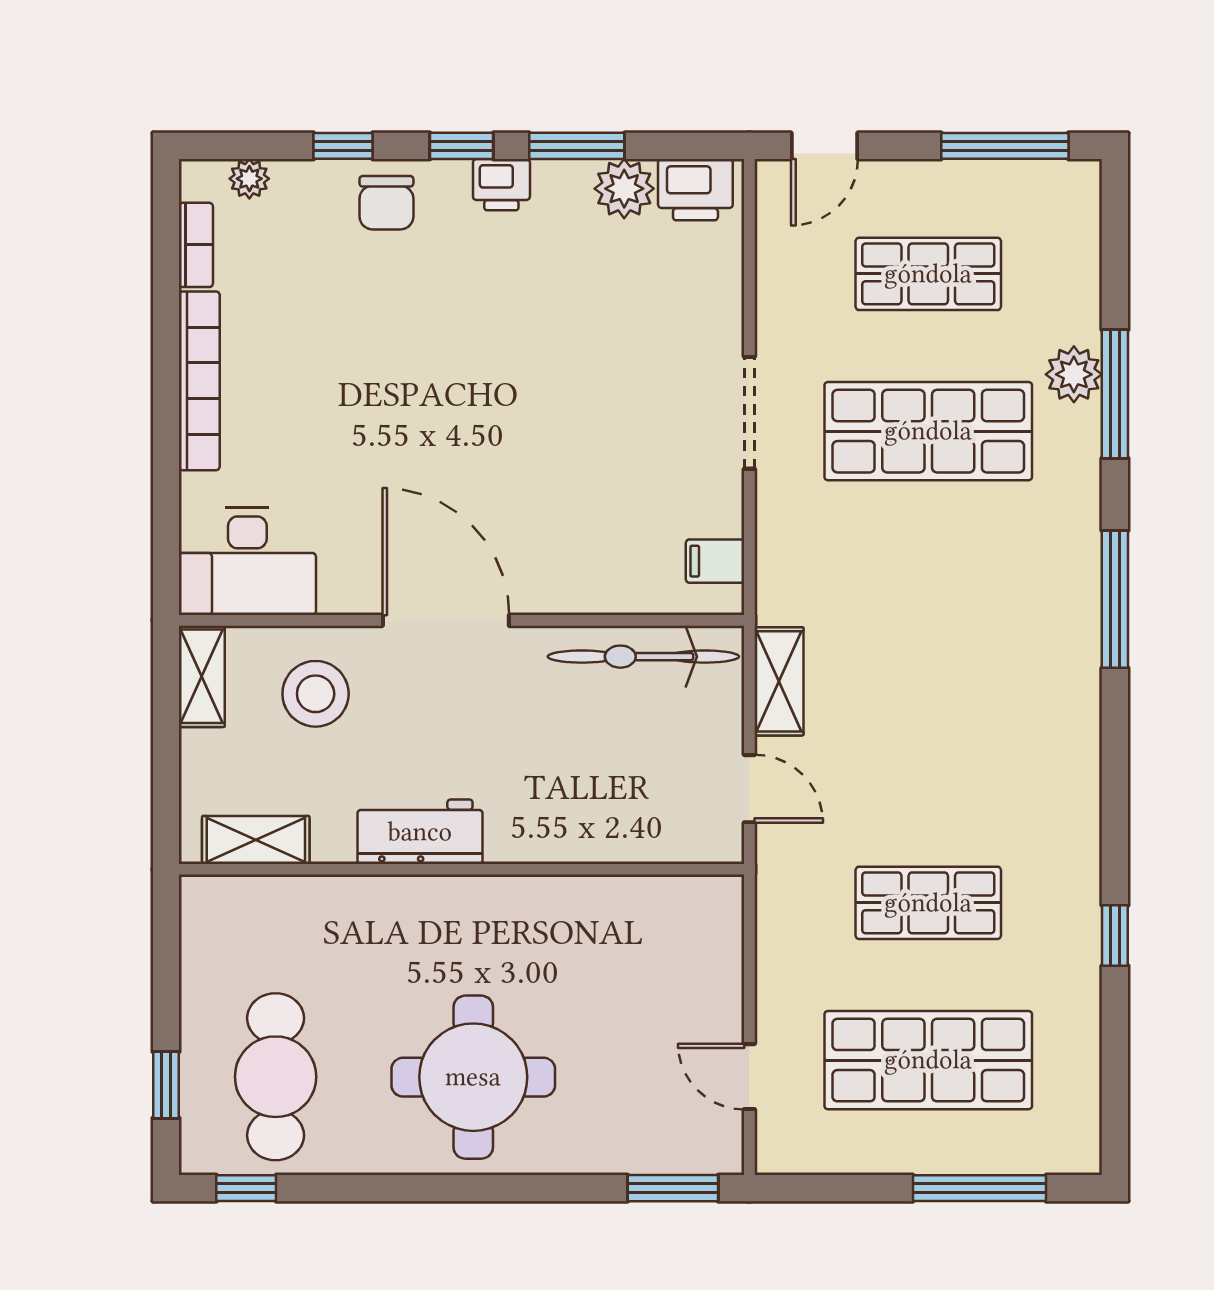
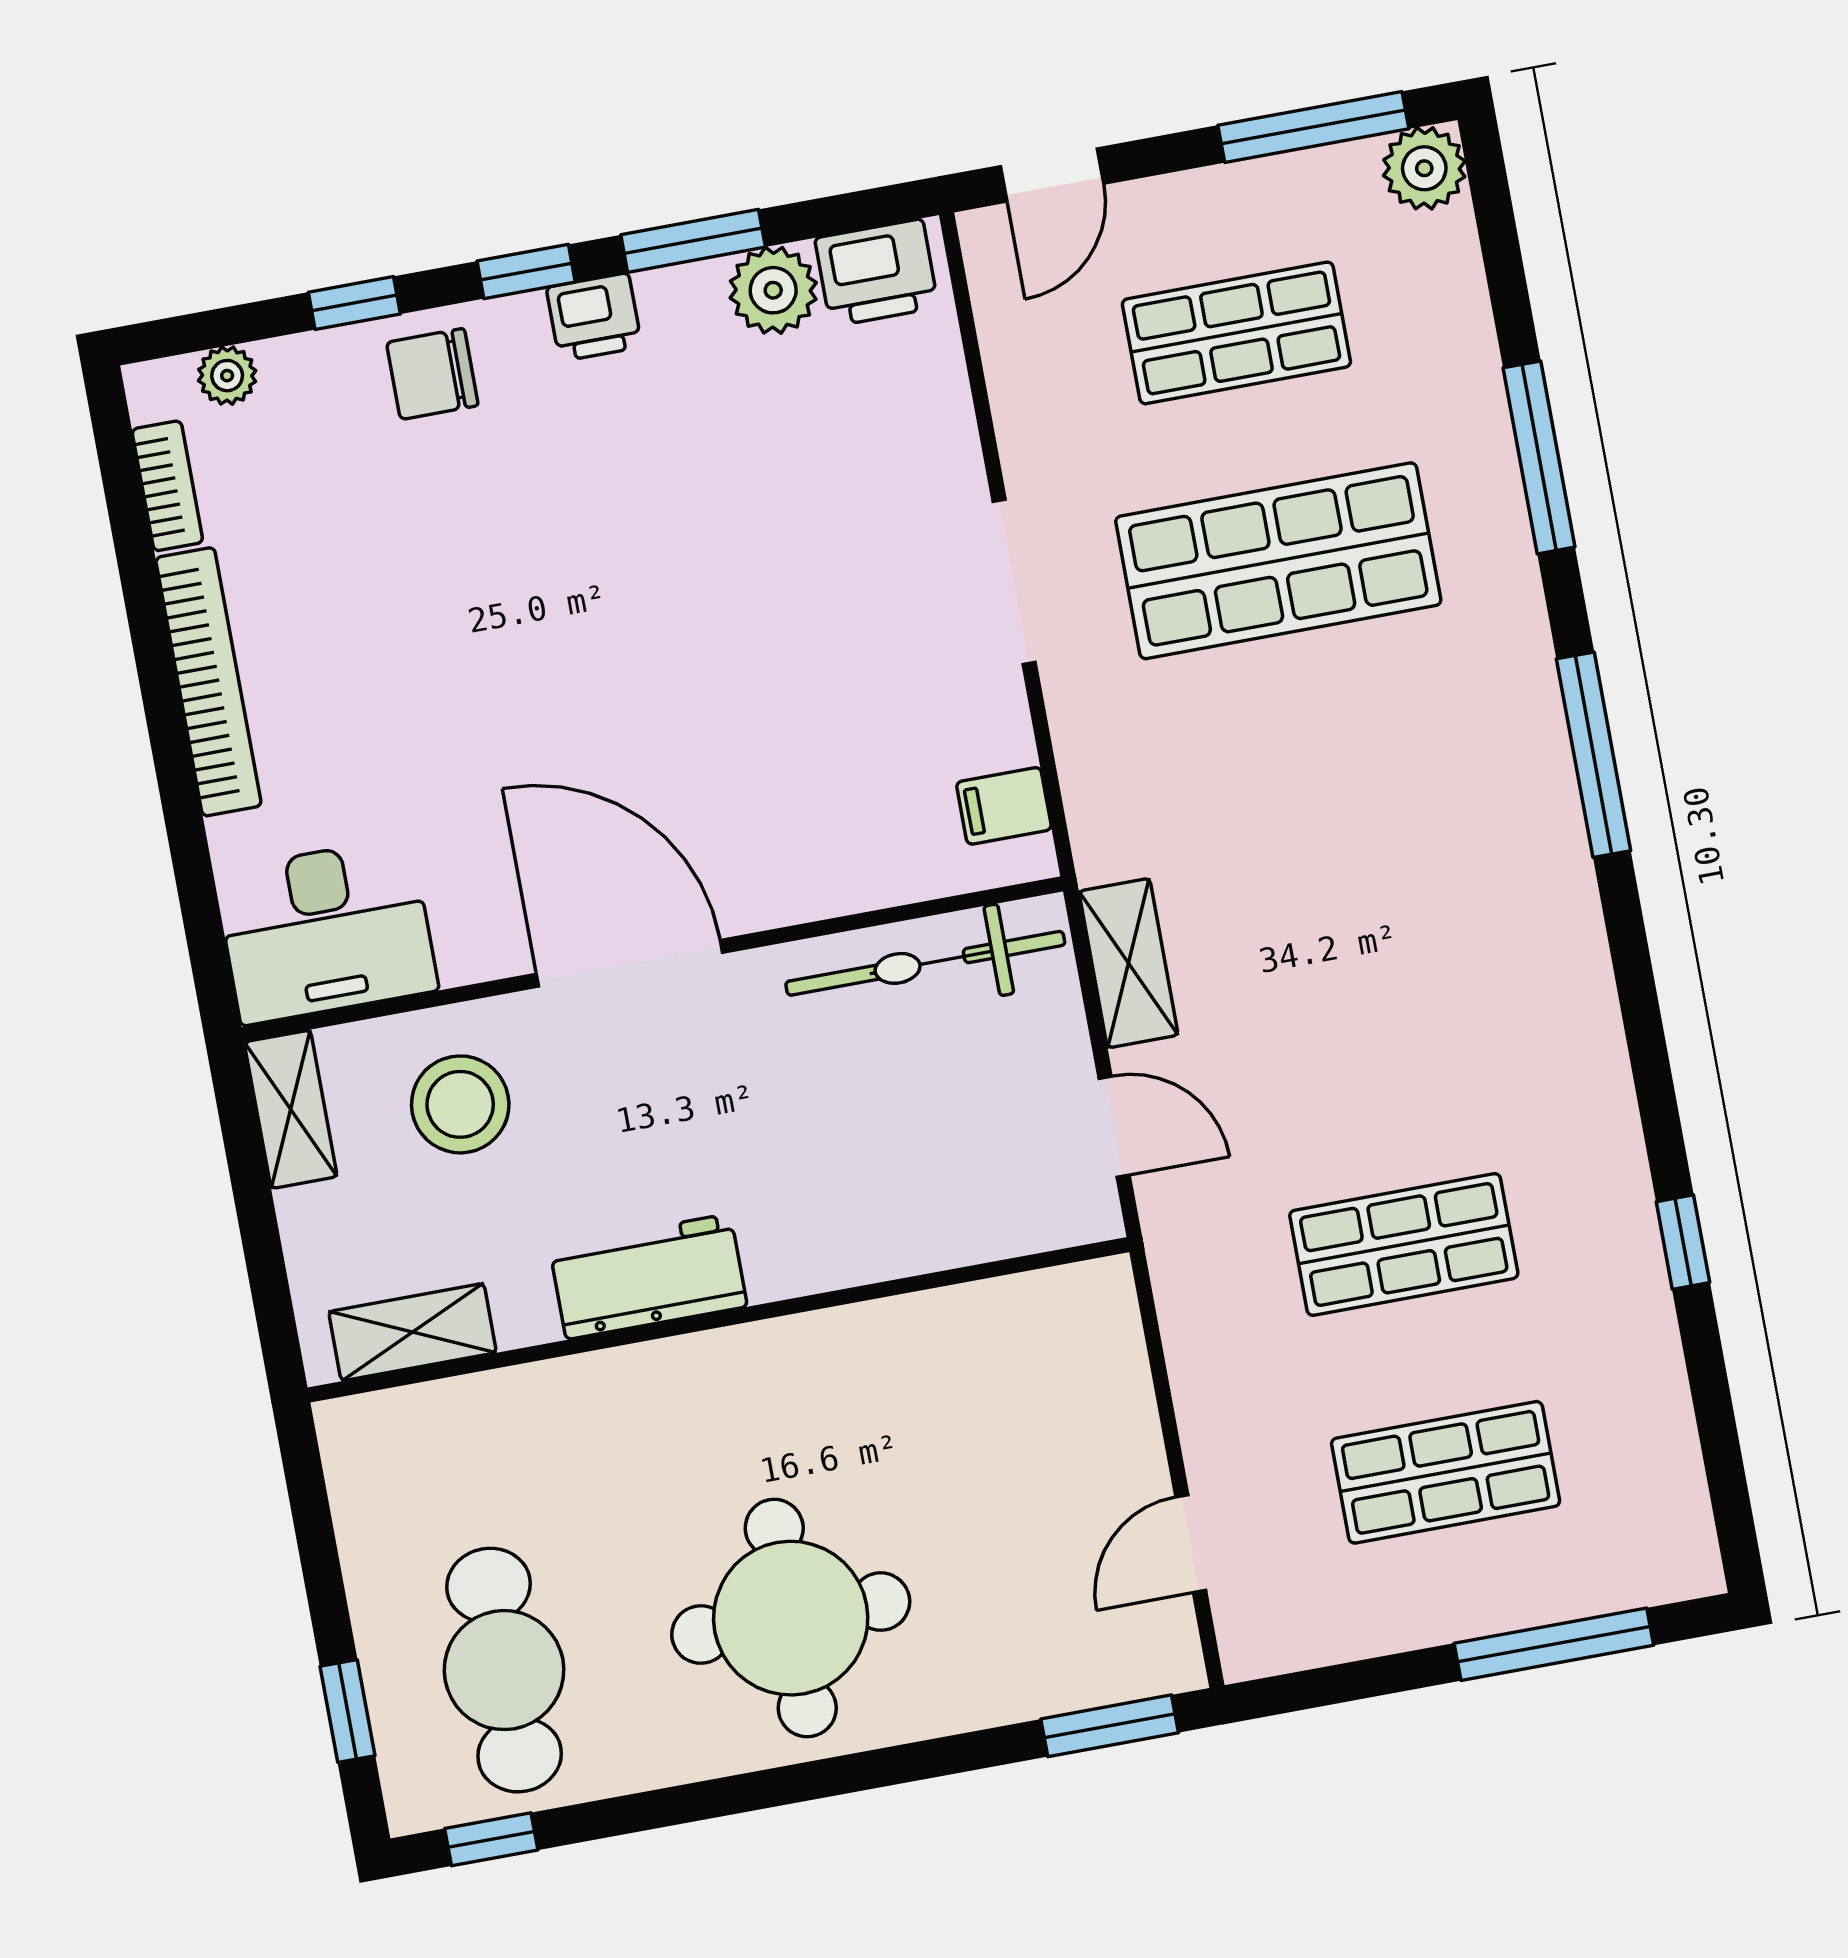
chair: (386, 203) -> (432, 374), turned 90
plant: (1074, 374) -> (1424, 168), moved
shop shelf: (928, 1060) -> (1446, 1472), width x0.70, depth x0.74
door: (749, 1077) -> (1191, 1544), hinge flipped

